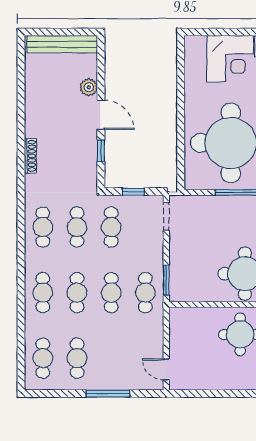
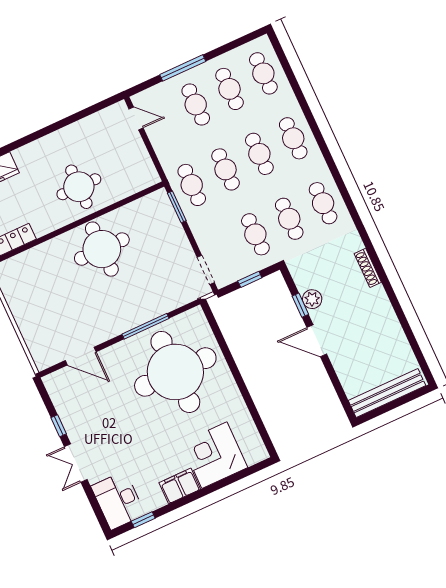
plant: (89, 87) -> (312, 299), moved
cafe table: (111, 358) -> (196, 105), added

